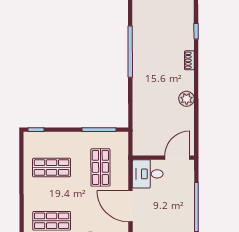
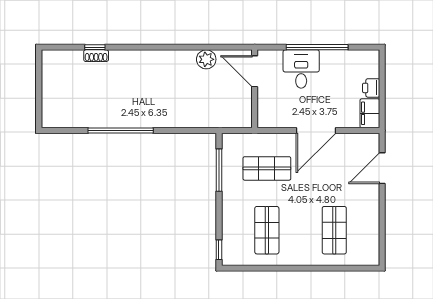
shoe rack: (189, 60) -> (96, 56), moved
plant: (186, 99) -> (206, 59), moved
desk: (148, 174) -> (301, 69), moved, turned 180

